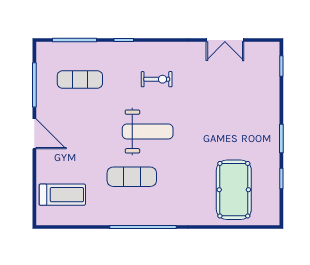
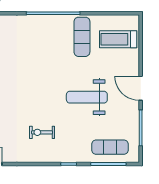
exercise mat: (80, 79) -> (110, 147), moved
weight bench: (148, 131) -> (87, 97), moved
exercise mat: (132, 177) -> (82, 37), moved, turned 90

